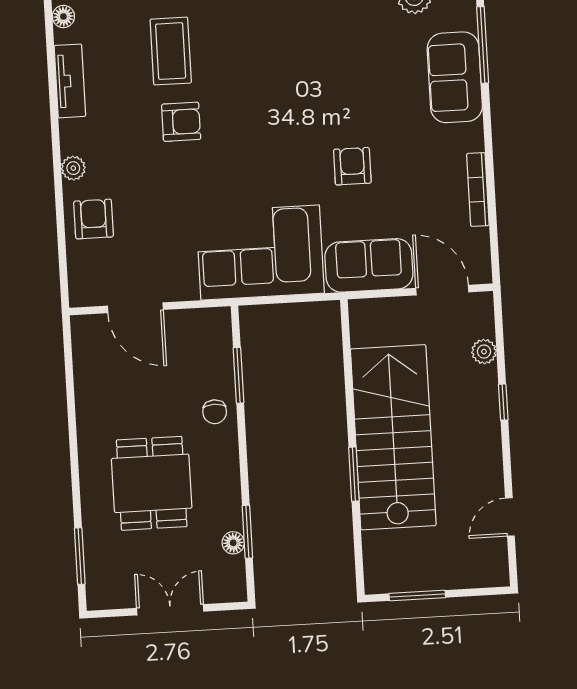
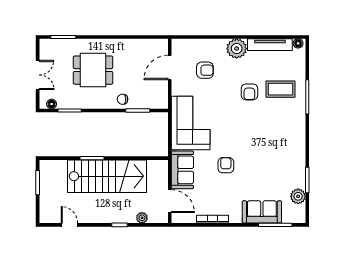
tv unit: (70, 81) -> (270, 45), width x1.41
armchair: (352, 166) -> (226, 165), turned -90
plant: (73, 168) -> (237, 49), width x1.87, depth x1.87
armchair: (94, 219) -> (205, 70), moved
door: (442, 290) -> (170, 201), hinge flipped
floor lamp: (233, 543) -> (52, 104), moved

